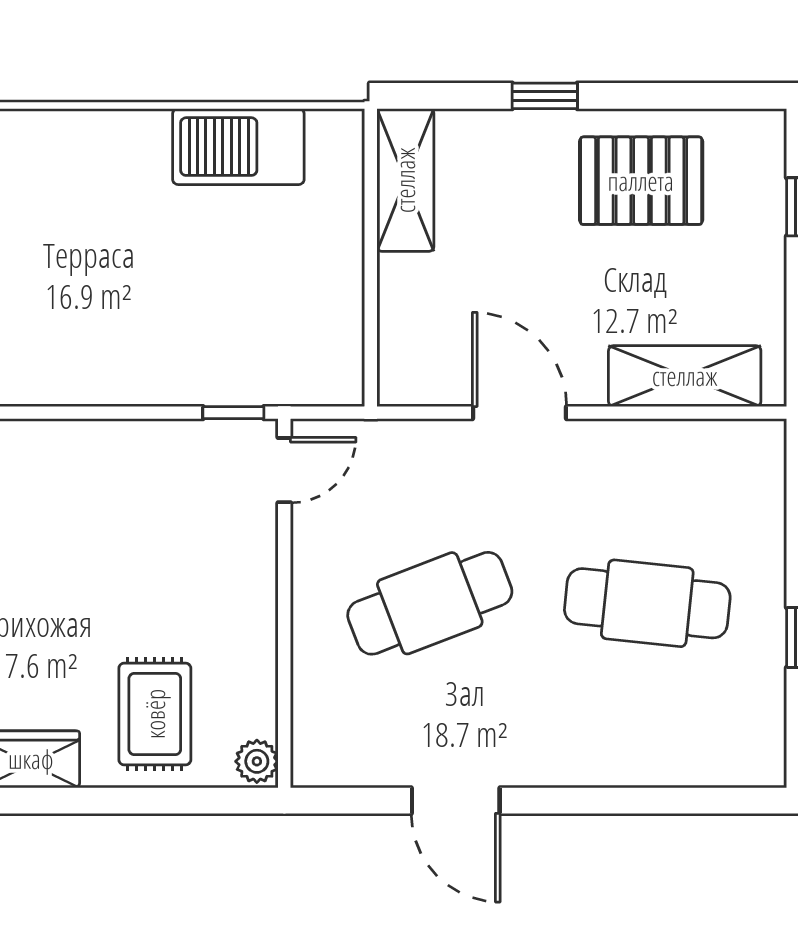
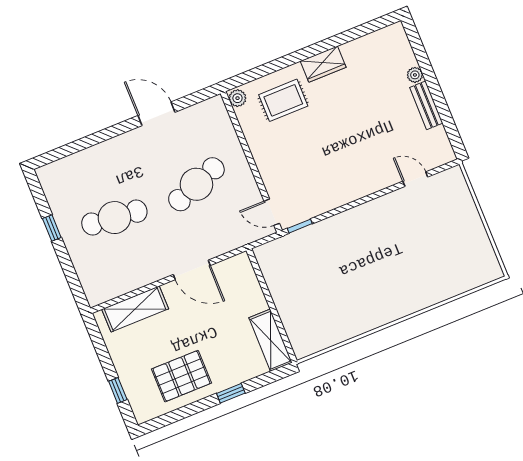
barbecue: (238, 147) -> (339, 327), removed
door: (284, 470) -> (272, 212), hinge flipped
rug: (155, 714) -> (283, 100), turned 90

